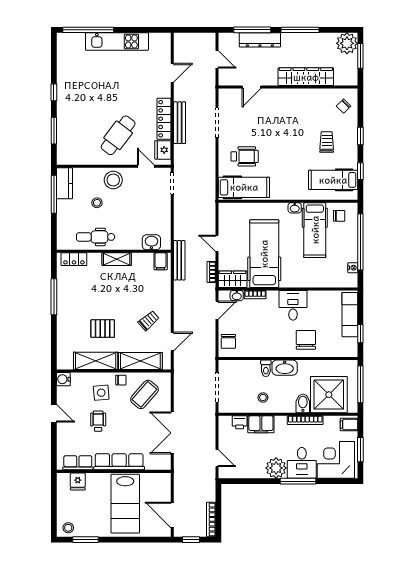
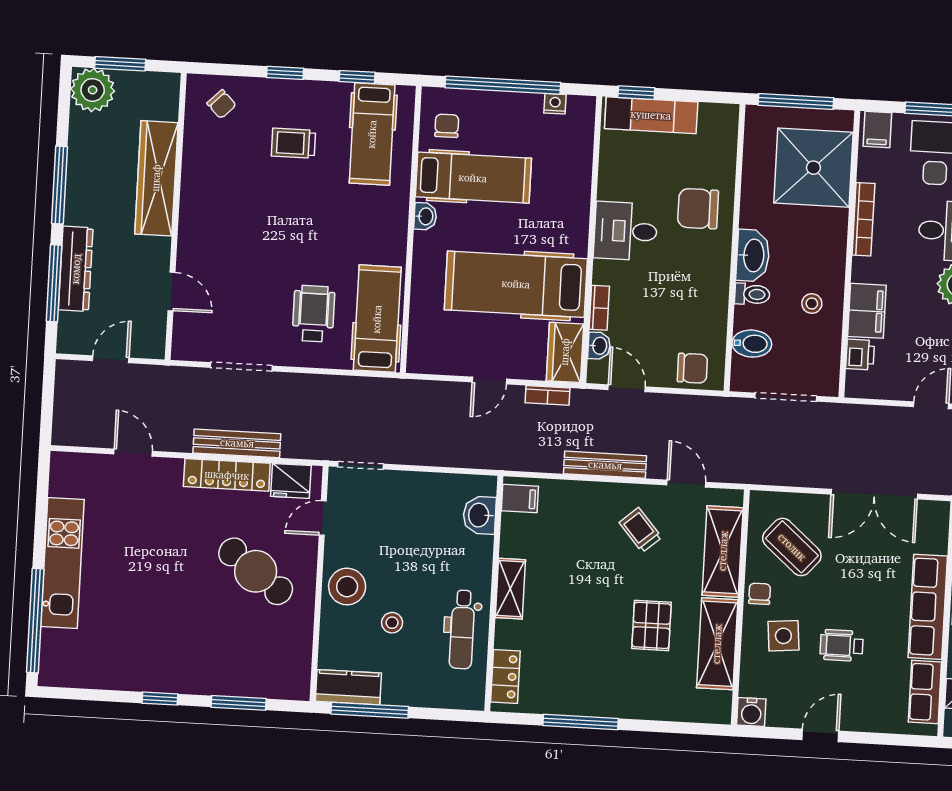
bench: (179, 260) -> (605, 465), moved
window: (360, 334) -> (636, 93), moved
bidet: (303, 403) -> (752, 344), moved, turned 180

